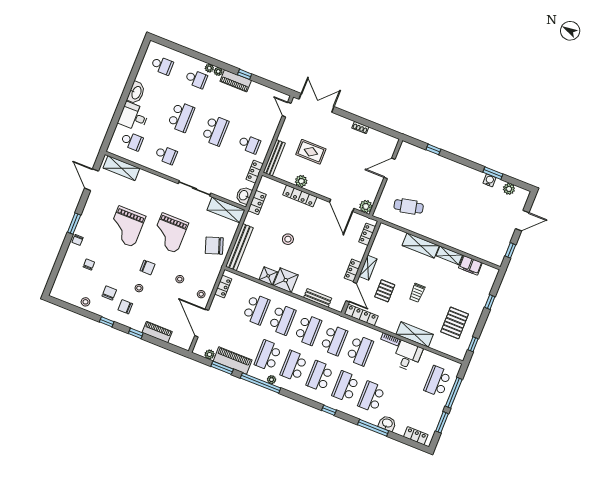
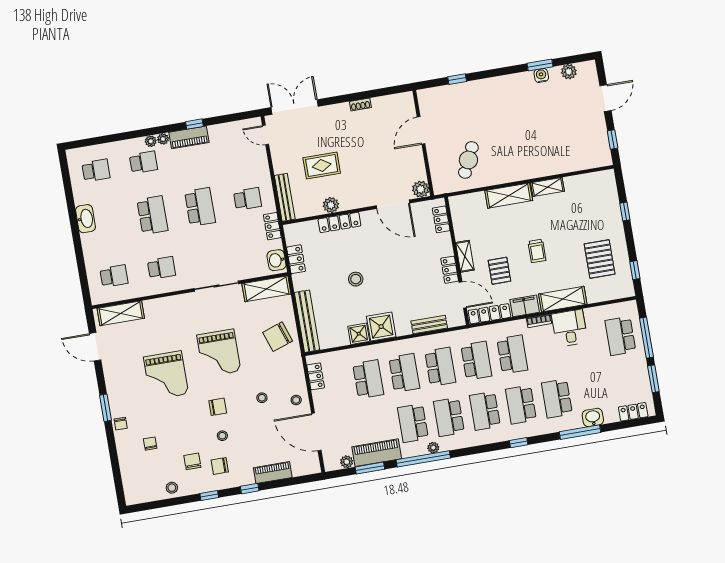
desk: (134, 117) -> (99, 247), removed
cafe table: (409, 206) -> (468, 160), turned -53
filing cabinet: (470, 265) -> (525, 306), moved, turned 180

